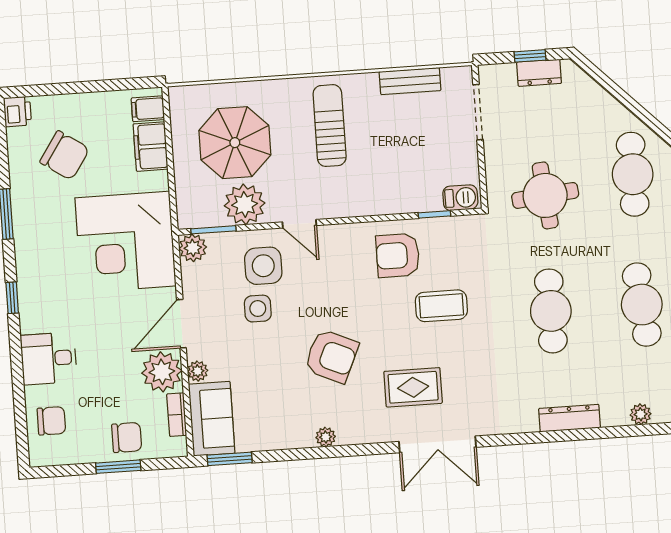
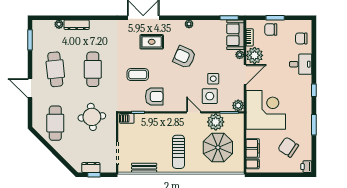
dresser: (570, 418) -> (77, 25), moved

